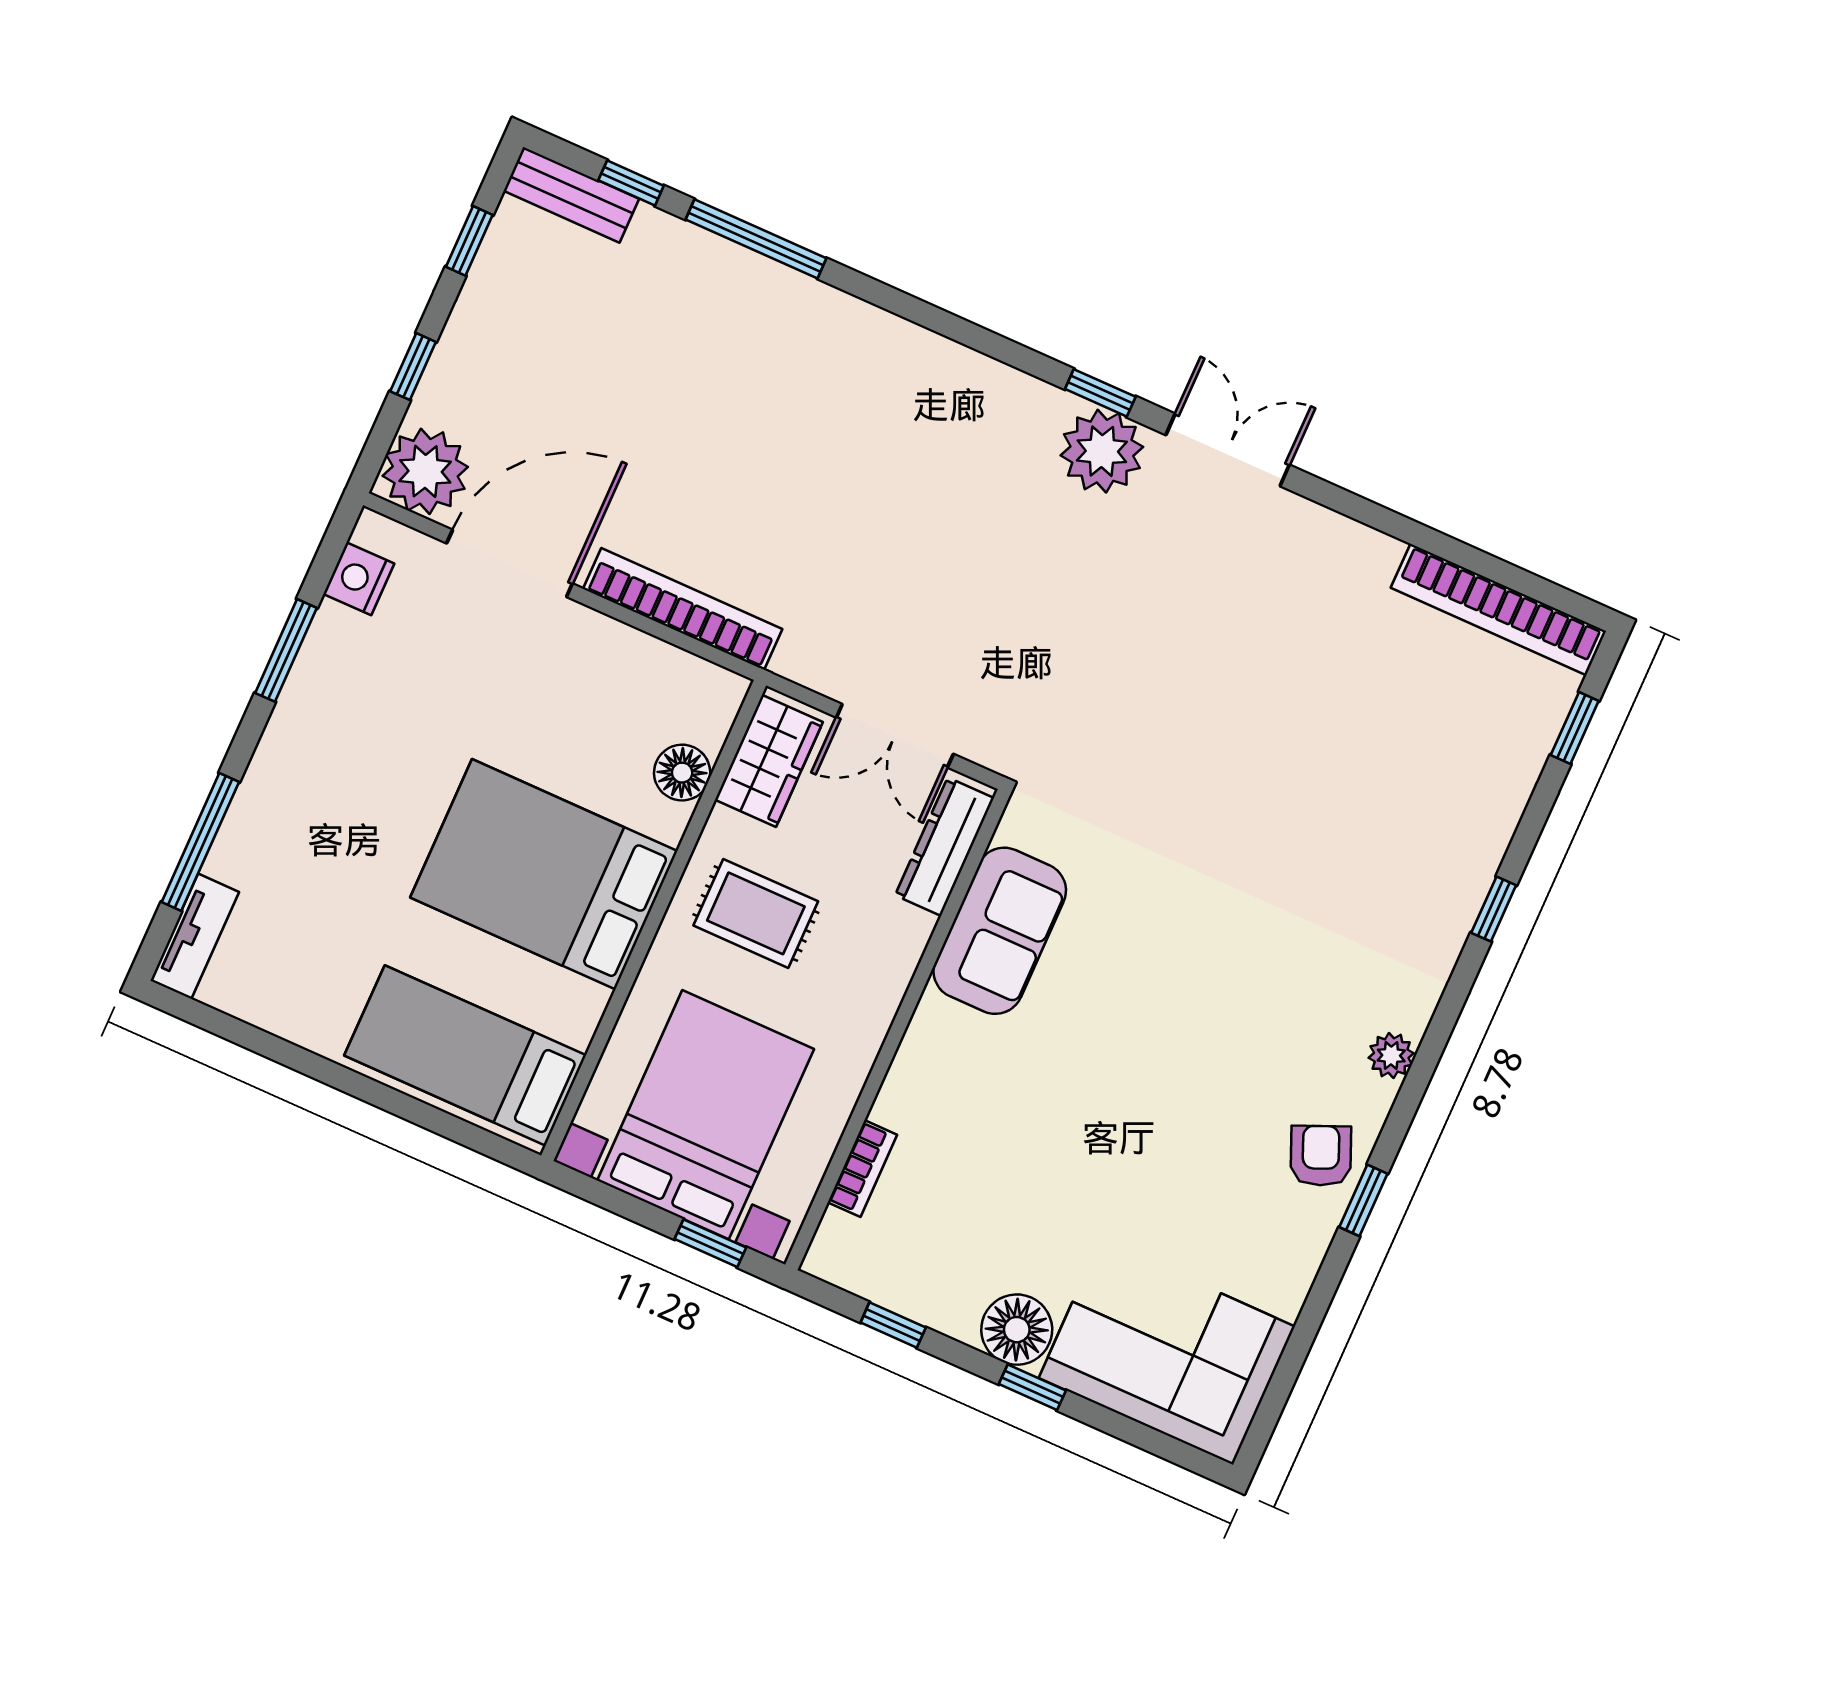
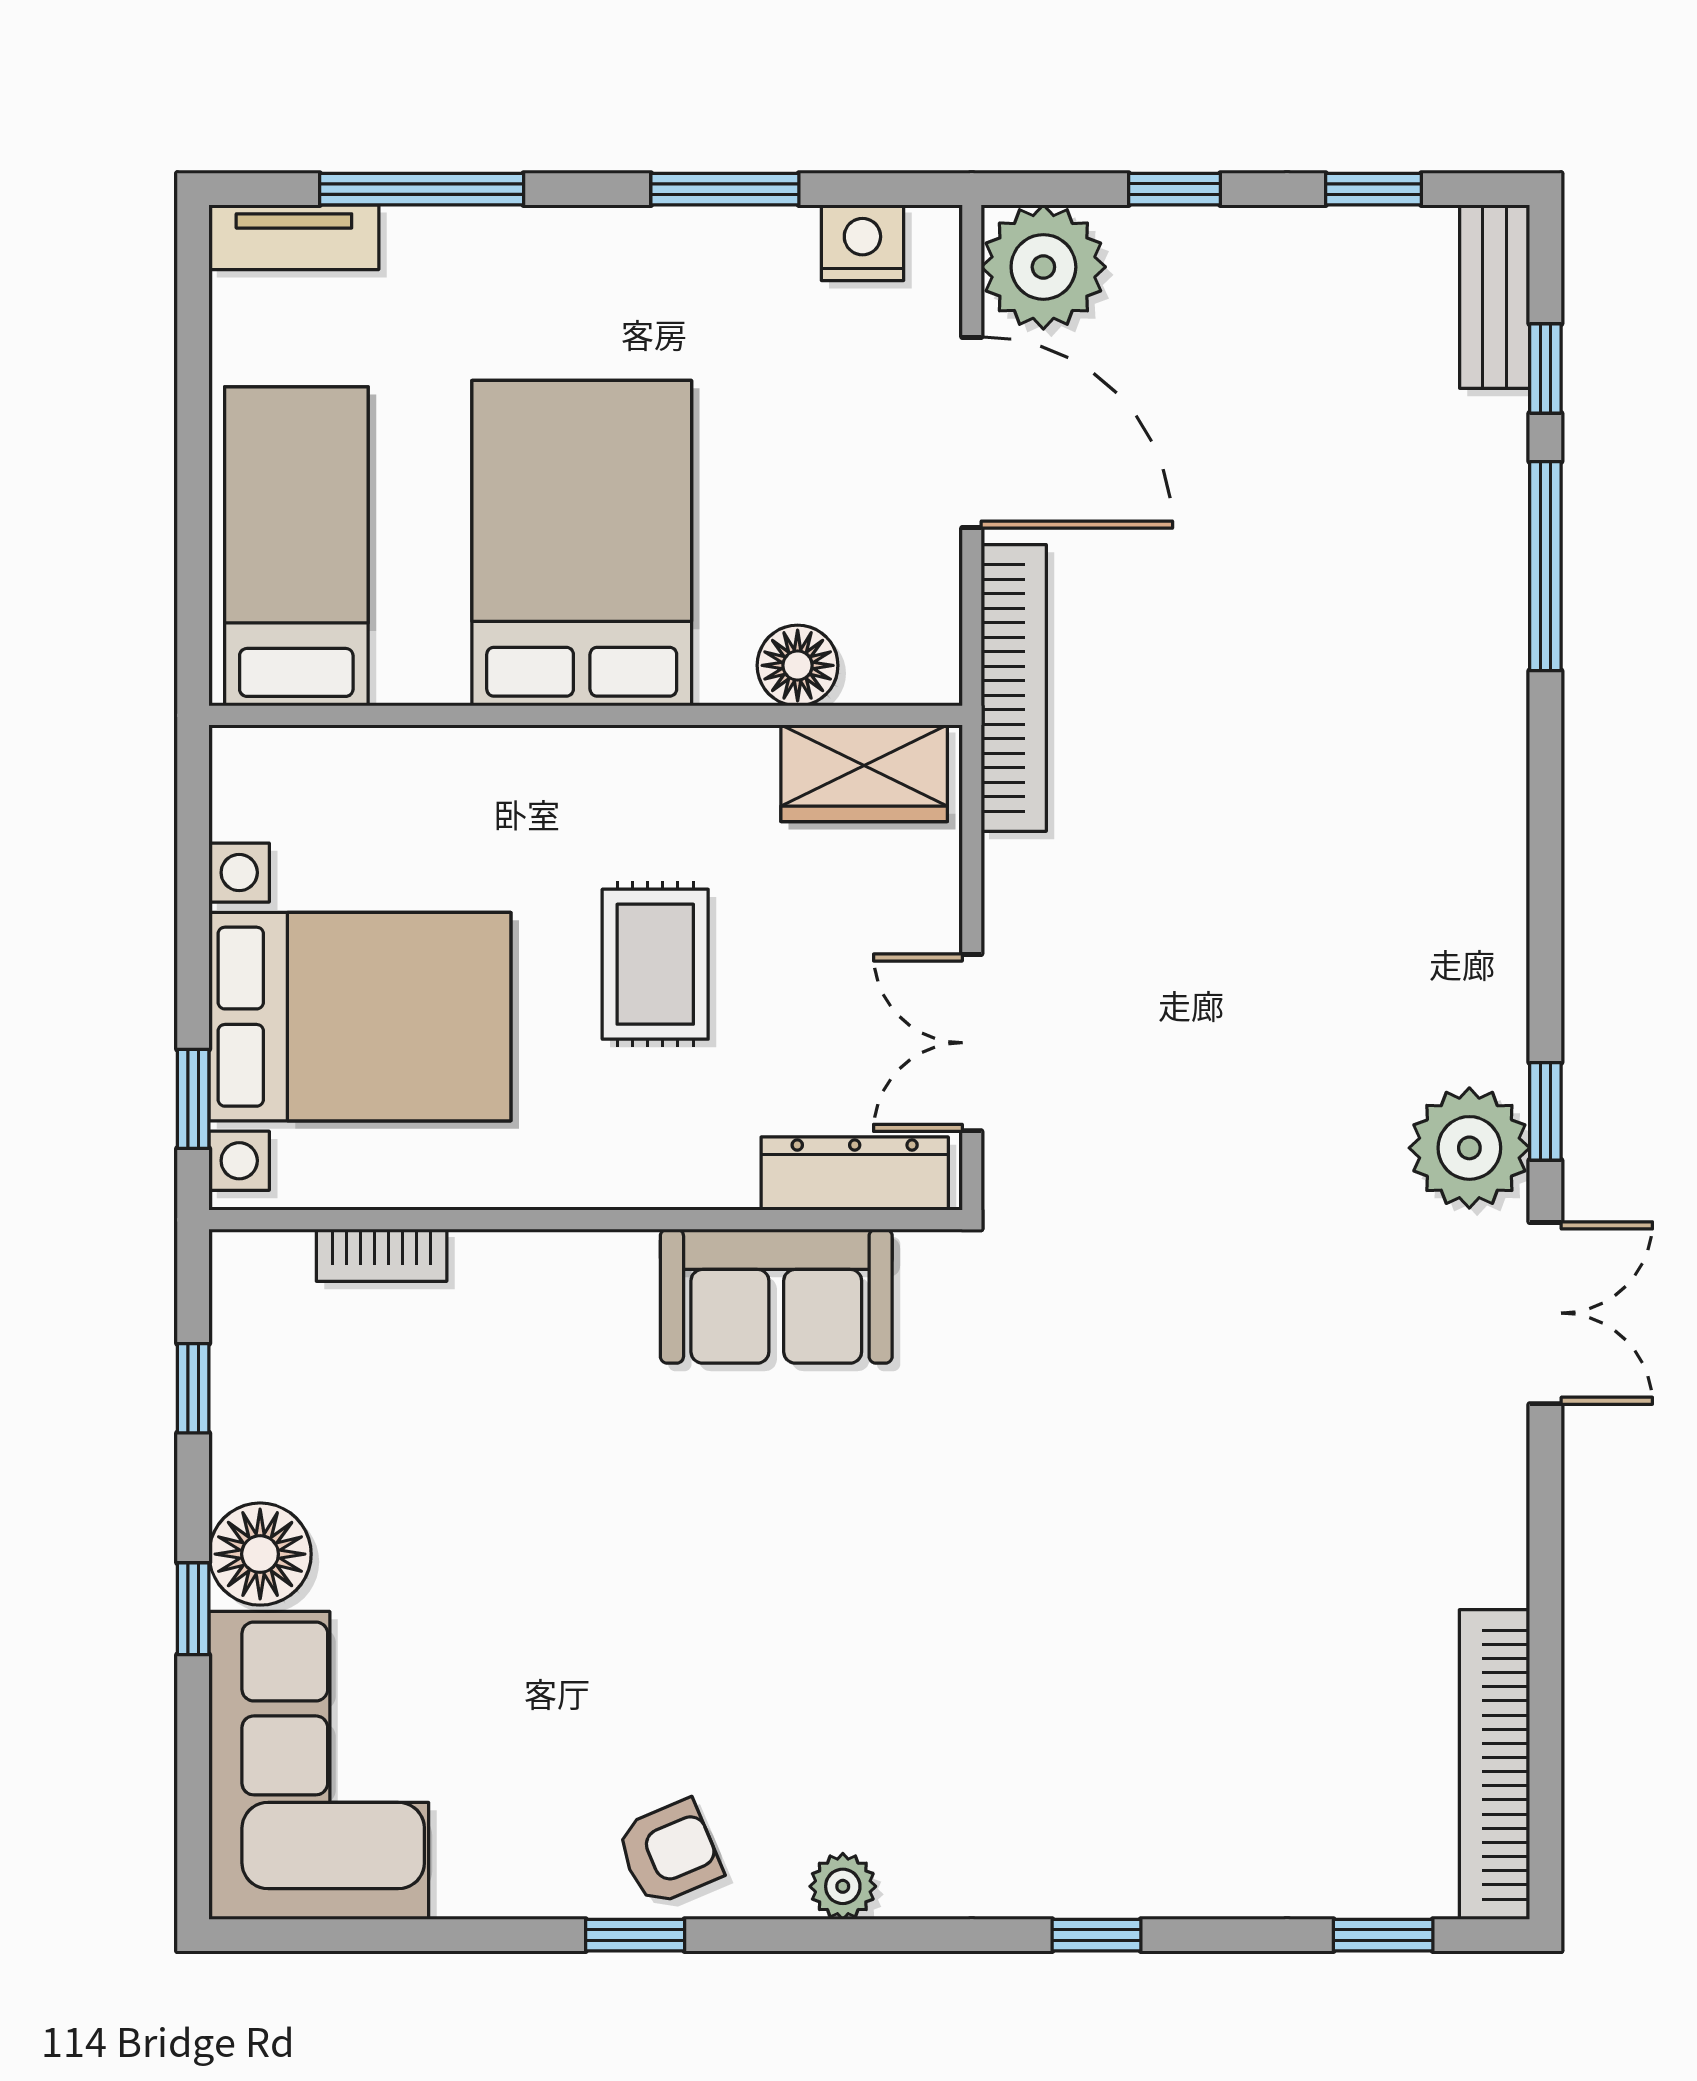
wardrobe: (769, 761) -> (864, 773), moved
floor lamp: (682, 773) -> (798, 665), moved
bed: (544, 874) -> (582, 543), moved
wall: (654, 920) -> (586, 715), moved
bed: (465, 1055) -> (296, 546), moved

